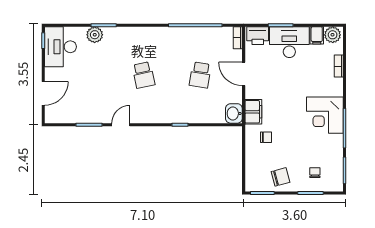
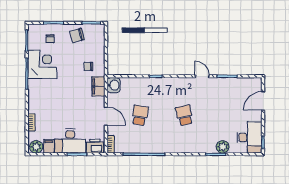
corner desk: (325, 115) -> (42, 64), moved
door: (121, 125) -> (202, 76), swing flipped

